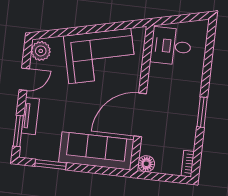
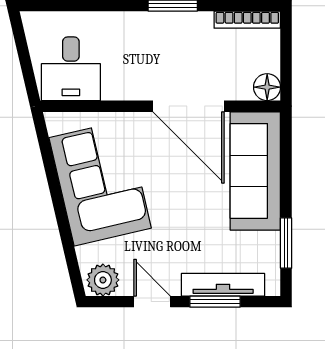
tv unit: (30, 116) -> (223, 285), width x1.41
window: (18, 131) -> (215, 302), moved
bookcase: (188, 164) -> (247, 20), width x1.56

